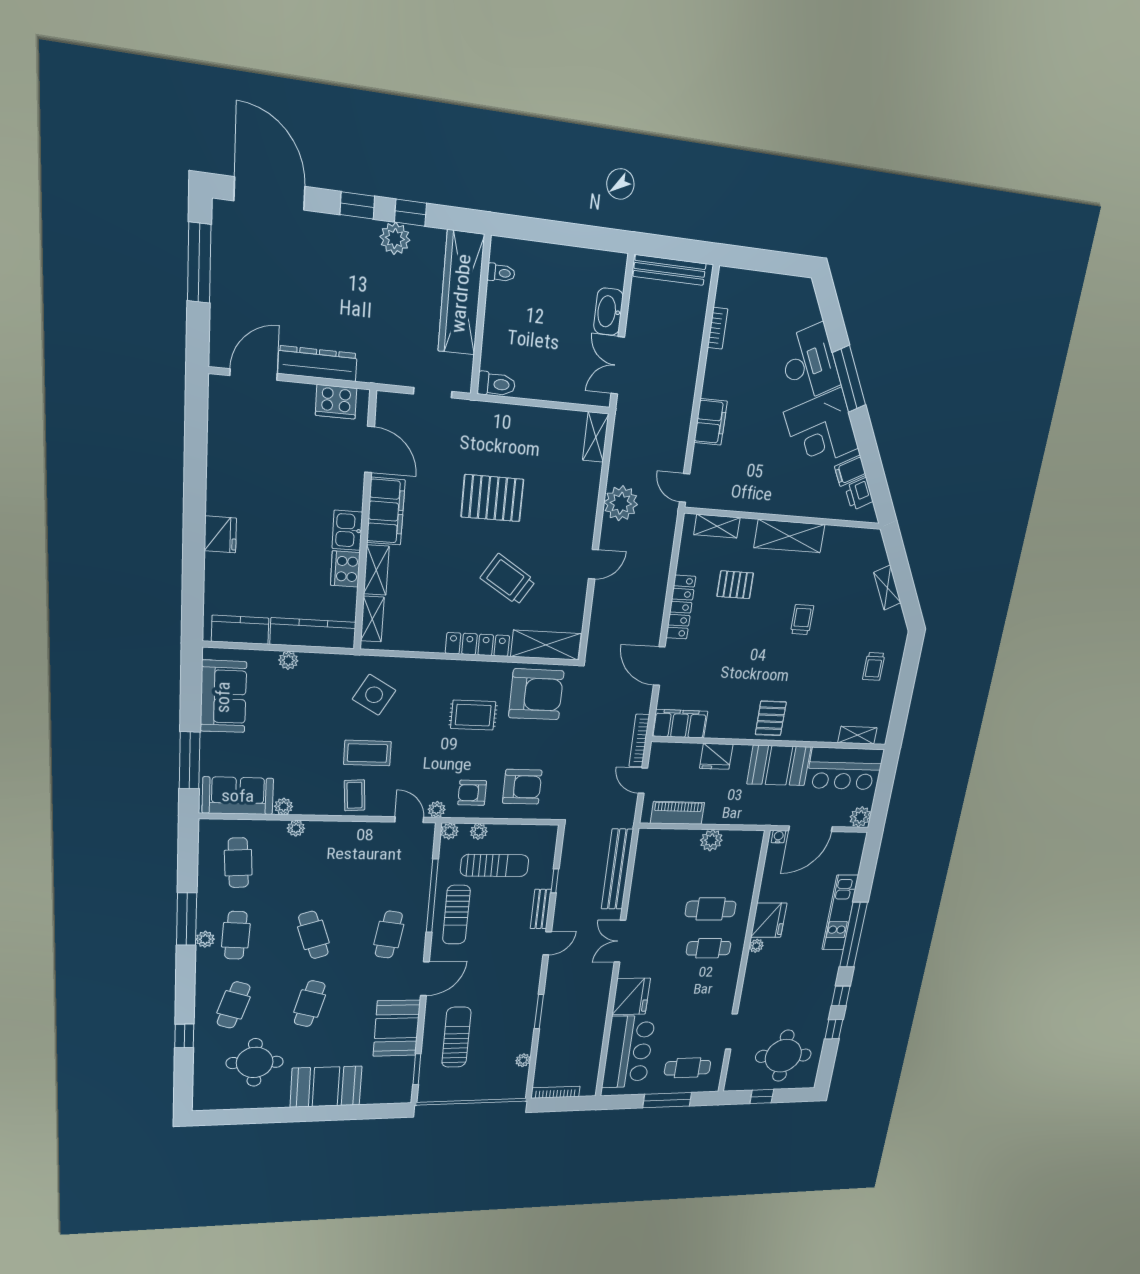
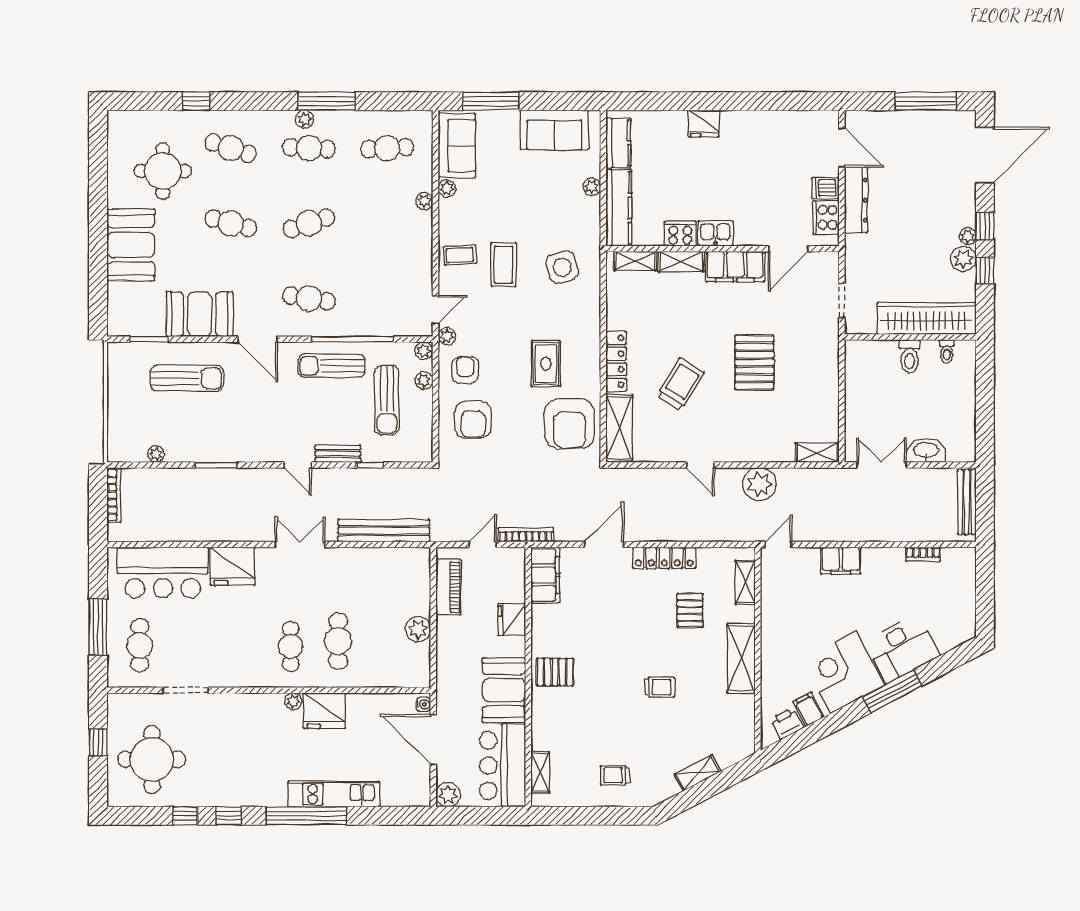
plant: (368, 229) -> (968, 236), added
toilet: (496, 384) -> (910, 356), moved
dishwasher: (302, 399) -> (825, 188), added
side table: (374, 695) -> (562, 267), turned 45

